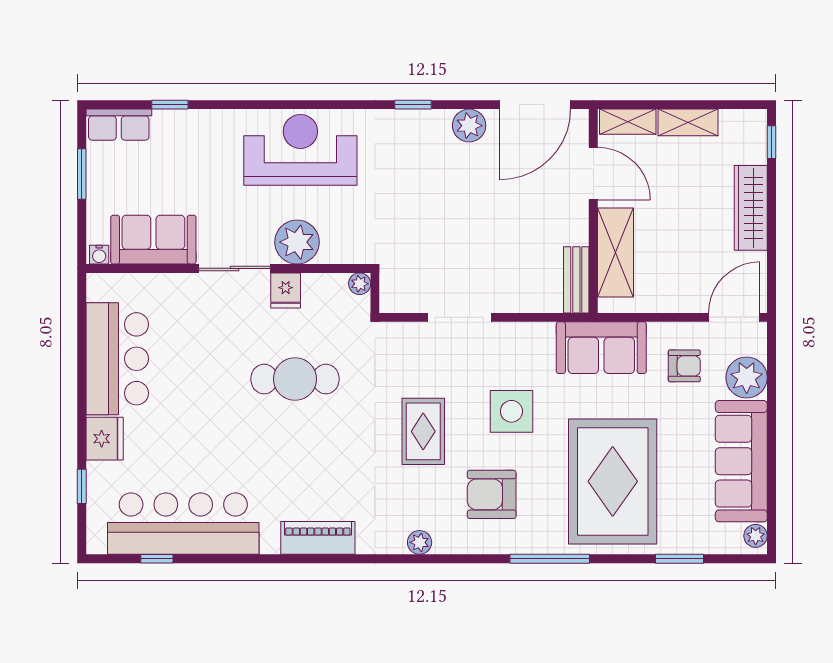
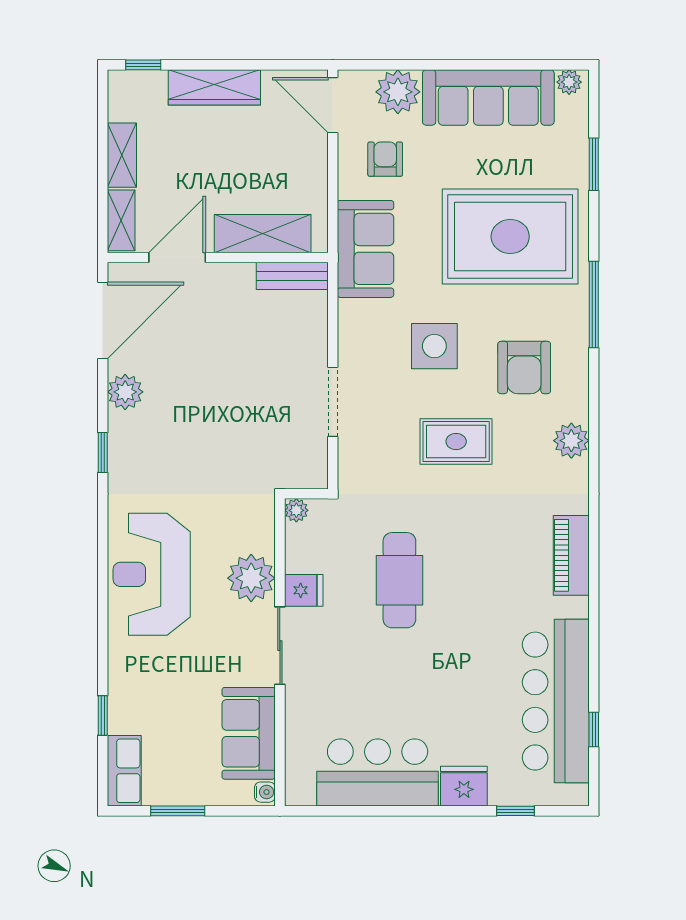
door: (535, 105) -> (103, 321), hinge flipped
plant: (420, 542) -> (571, 441), width x1.38, depth x1.38

